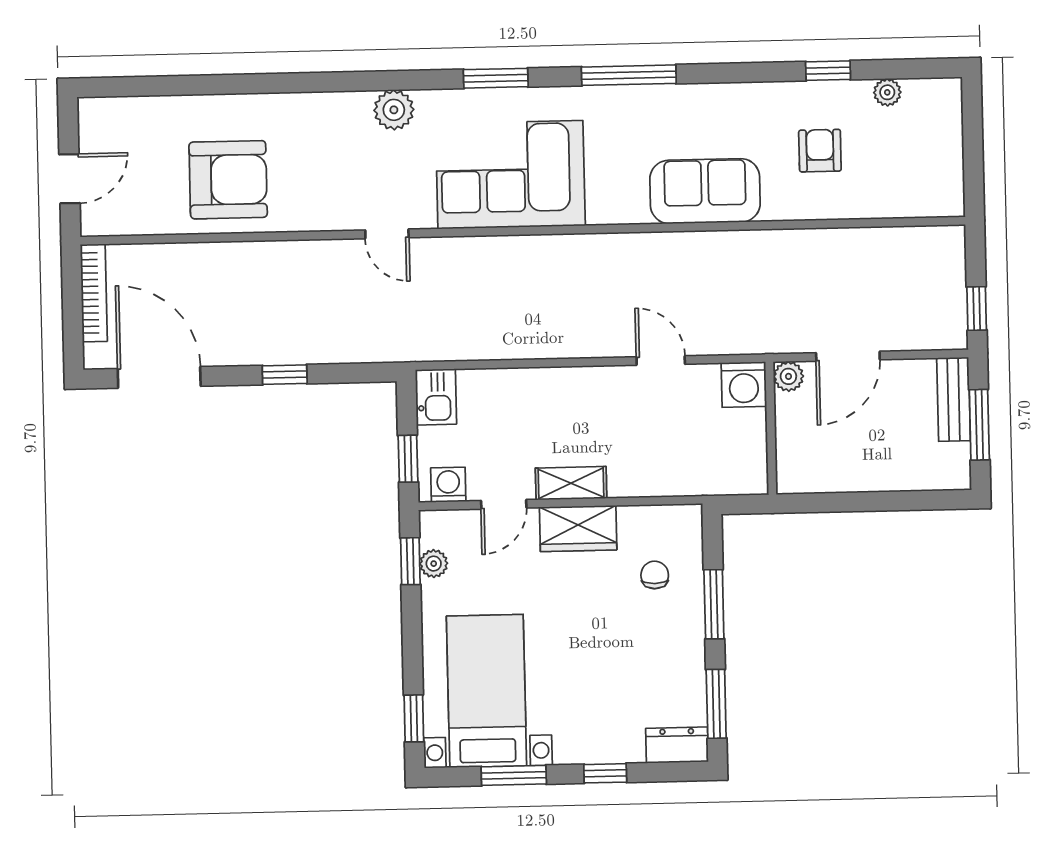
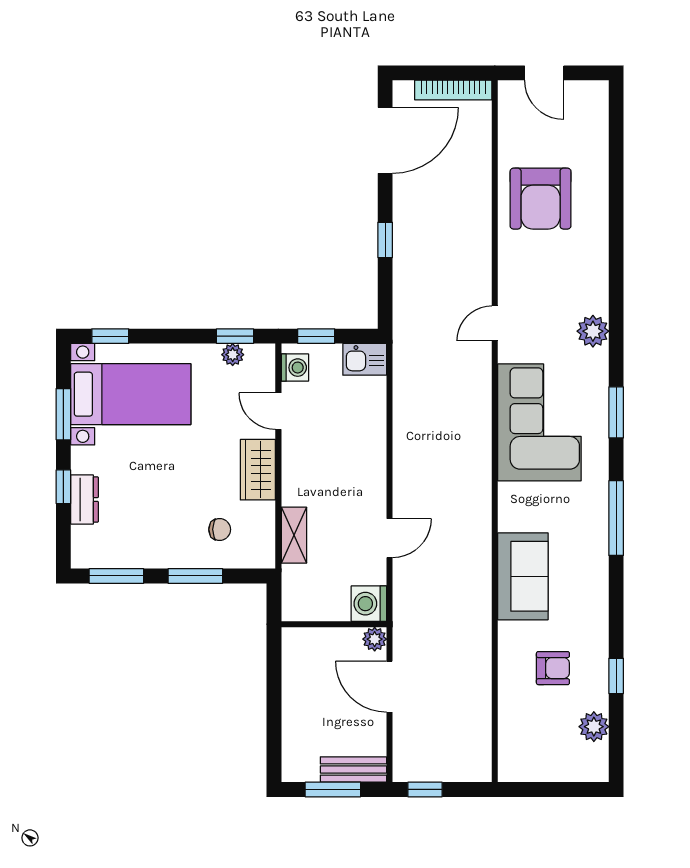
plant: (887, 92) -> (594, 727), width x1.38, depth x1.38
shelving: (571, 483) -> (294, 535), moved
dresser: (677, 745) -> (84, 499), moved

